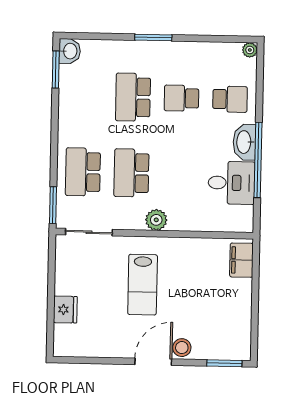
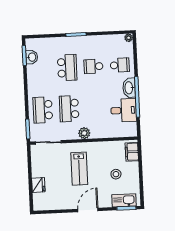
washbasin: (70, 51) -> (32, 57), moved
school desk: (133, 97) -> (67, 68), turned 180
stool: (182, 348) -> (116, 174), moved
kitchen sink: (221, 349) -> (124, 200), added

